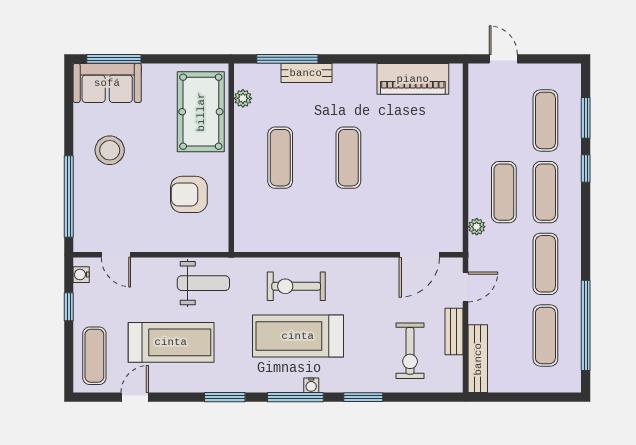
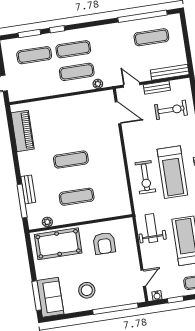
exercise mat: (545, 264) -> (112, 43), removed

